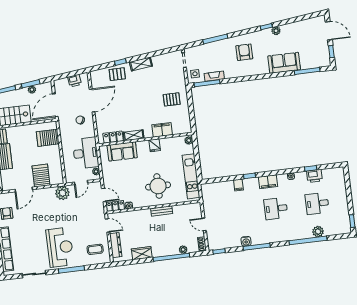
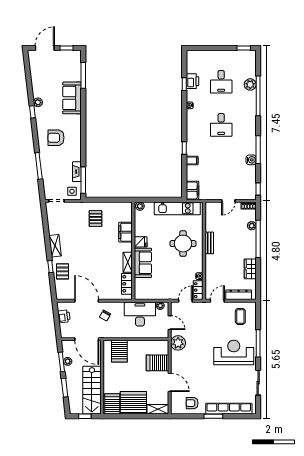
sofa: (122, 151) -> (143, 263), moved
filing cabinet: (268, 182) -> (193, 190), moved

